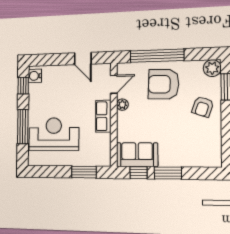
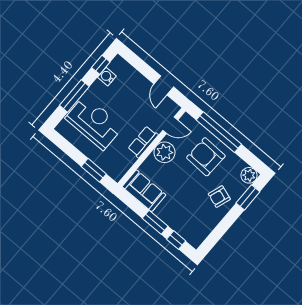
water cooler: (35, 76) -> (107, 77), moved
plant: (122, 105) -> (165, 152), width x1.88, depth x1.88
window: (138, 173) -> (176, 240), moved

